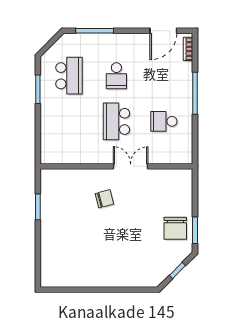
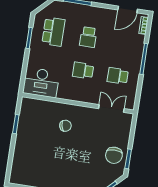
school desk: (116, 121) -> (83, 70), width x0.54
desk: (63, 146) -> (41, 83), added
double door: (131, 166) -> (111, 109), moved

